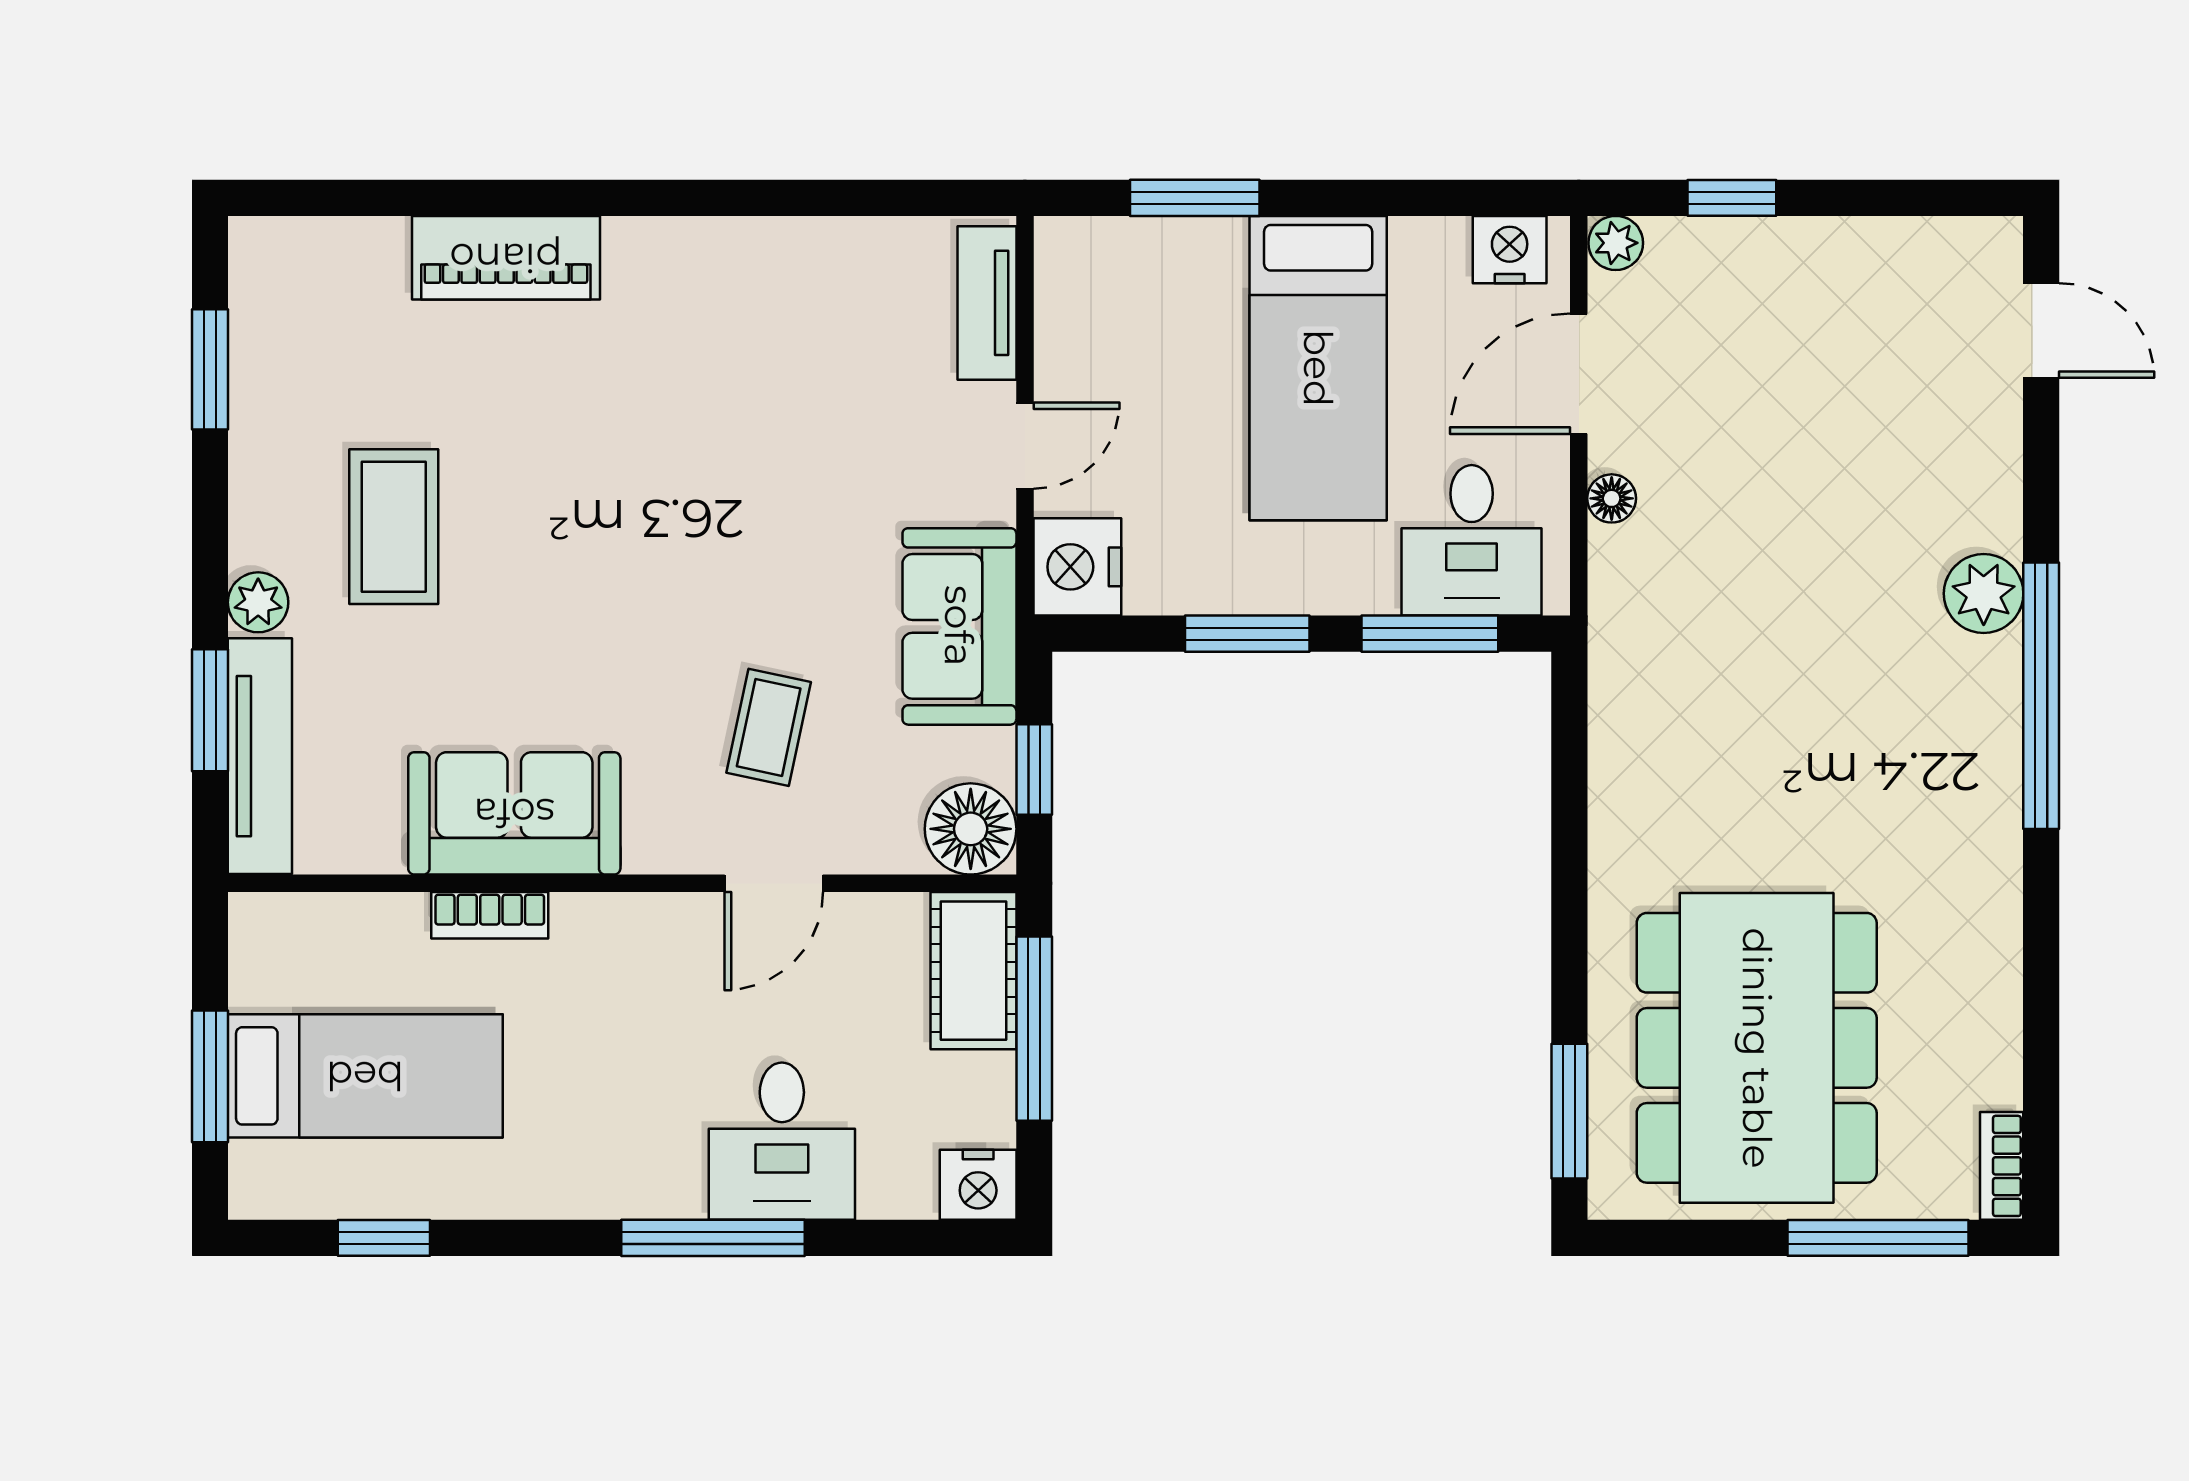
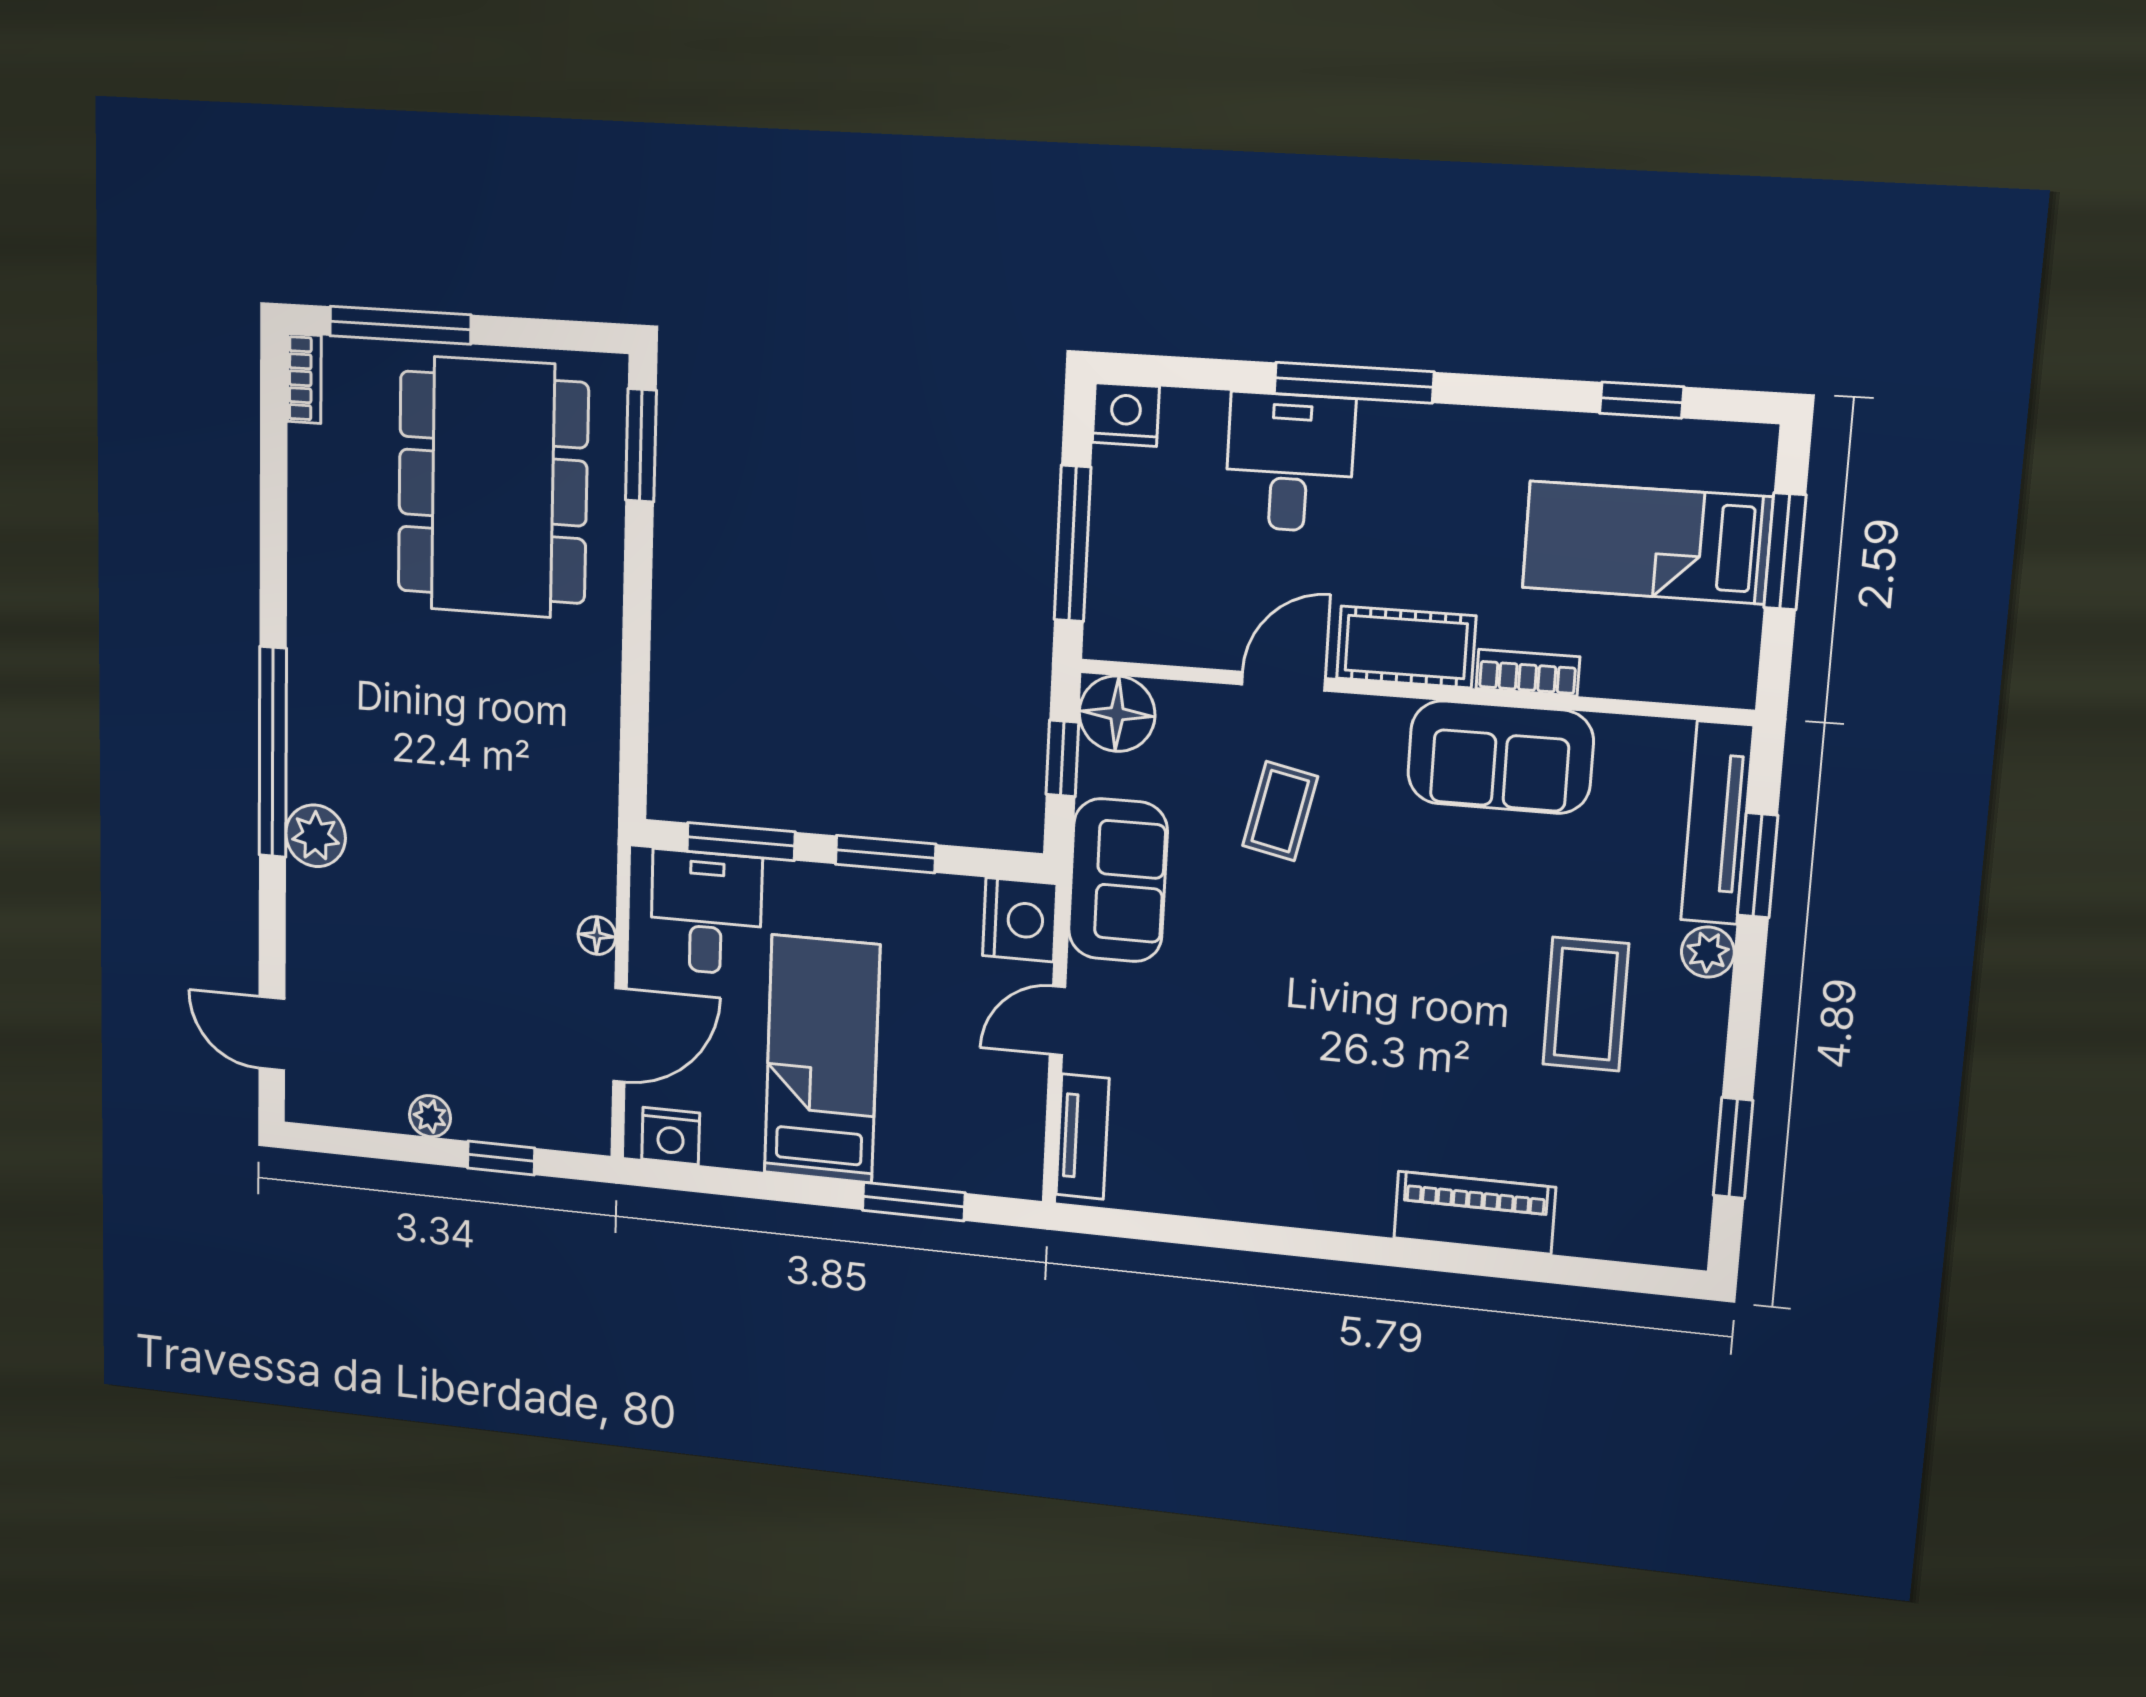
plant: (1616, 243) -> (430, 1116), moved
cot: (973, 971) -> (1406, 647), moved, turned 90

